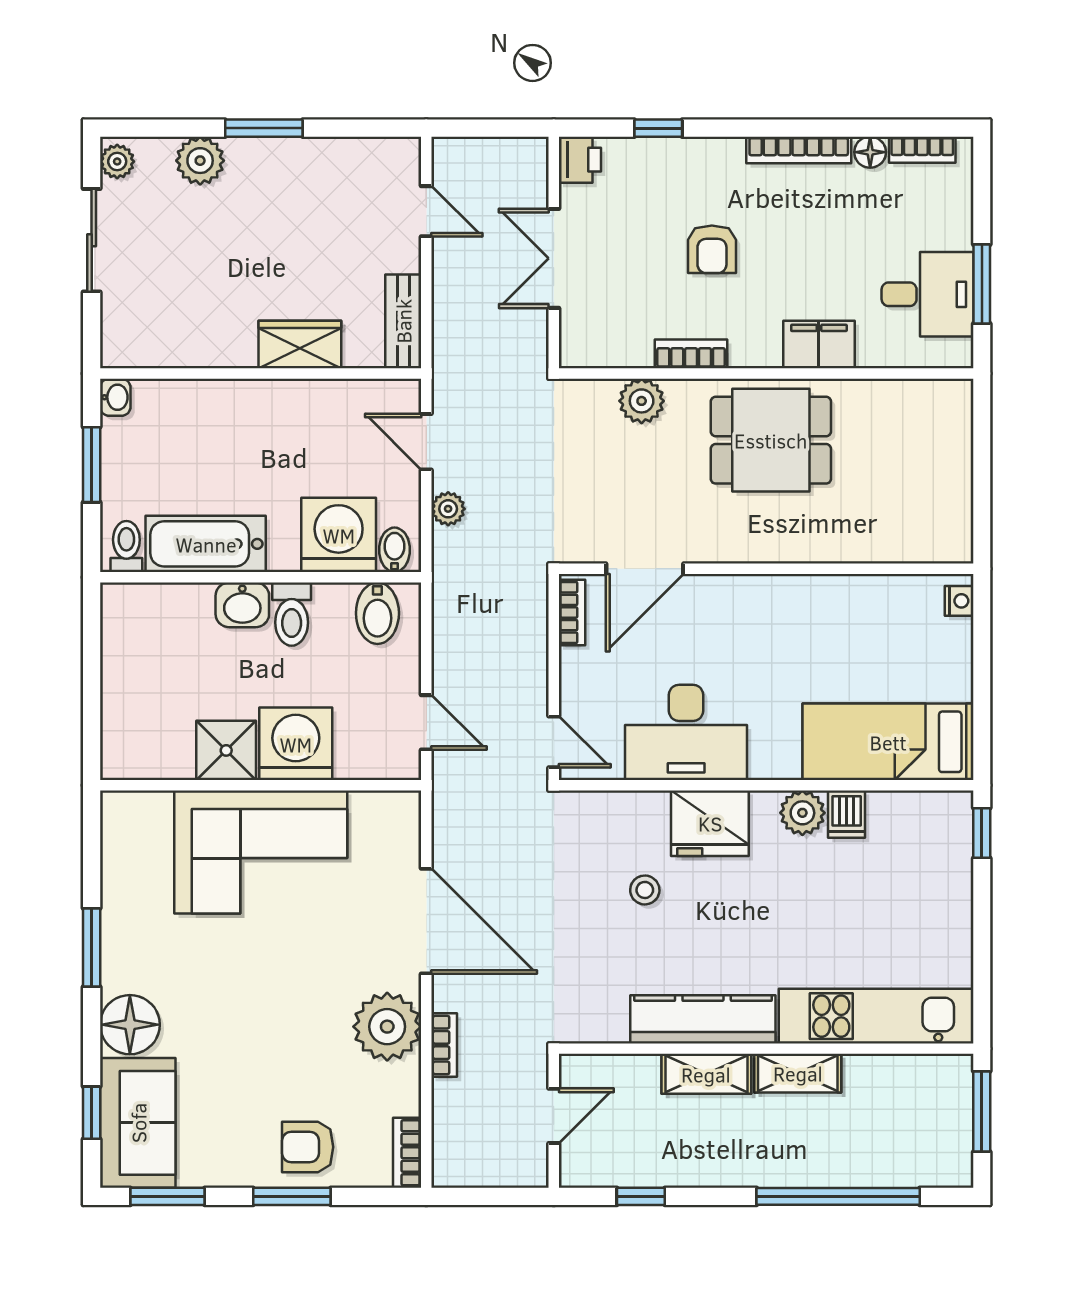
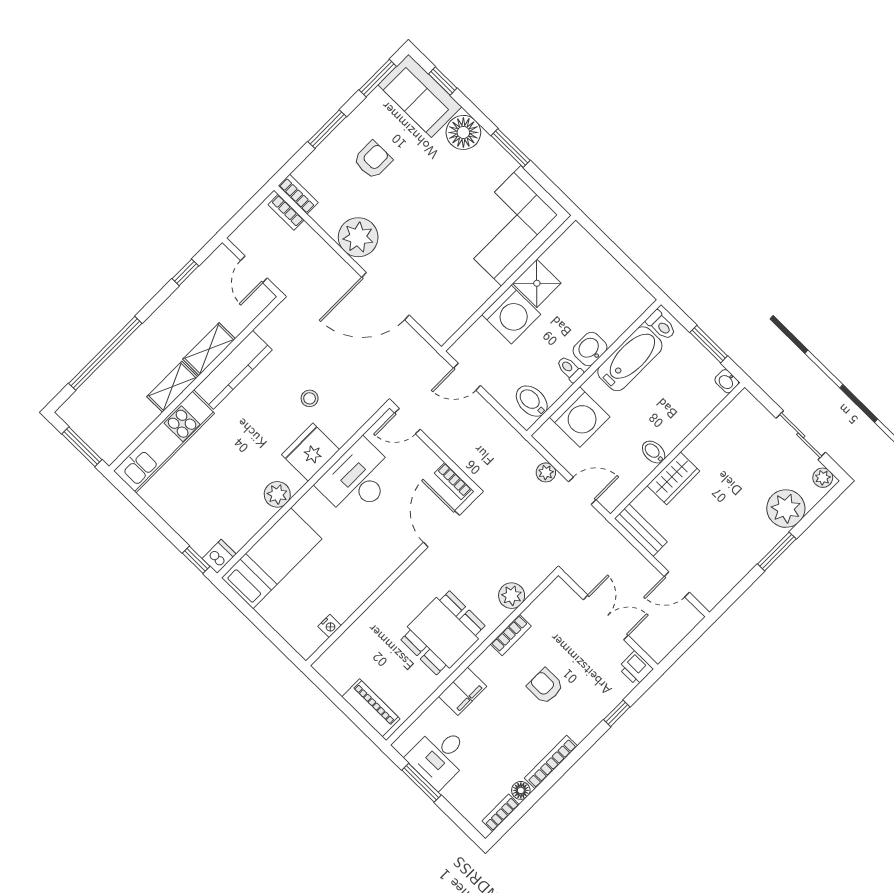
plant: (200, 161) -> (786, 509), width x1.36, depth x1.36
piano: (951, 438) -> (371, 708), added
bidet: (395, 550) -> (654, 452), moved, turned 180
nightstand: (959, 601) -> (330, 626), moved, turned -90
toilet: (292, 614) -> (570, 369), width x0.73, depth x0.72
dishwasher: (847, 814) -> (219, 556), moved, turned 90
corner sofa: (261, 852) -> (511, 226), moved
bookcase: (444, 1045) -> (286, 212), moved
armchair: (308, 1147) -> (373, 160), moved

